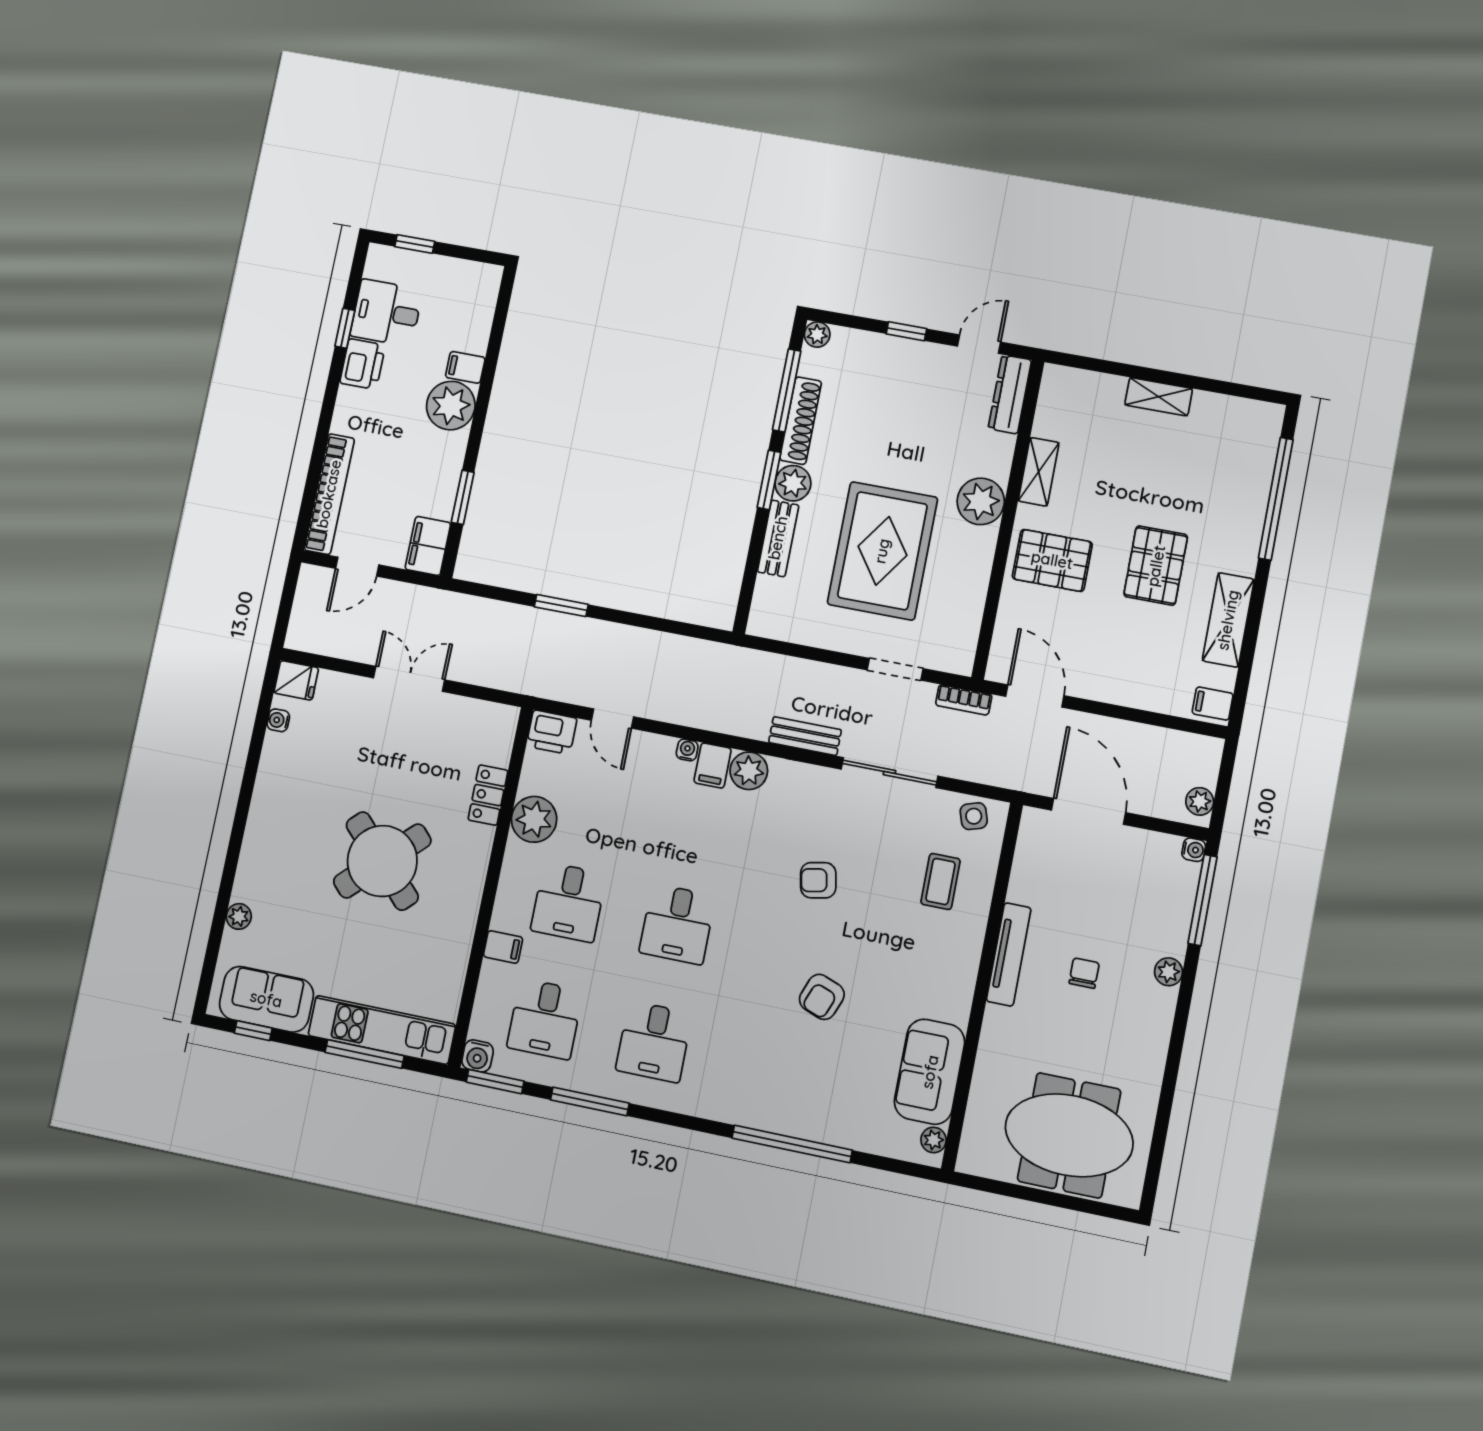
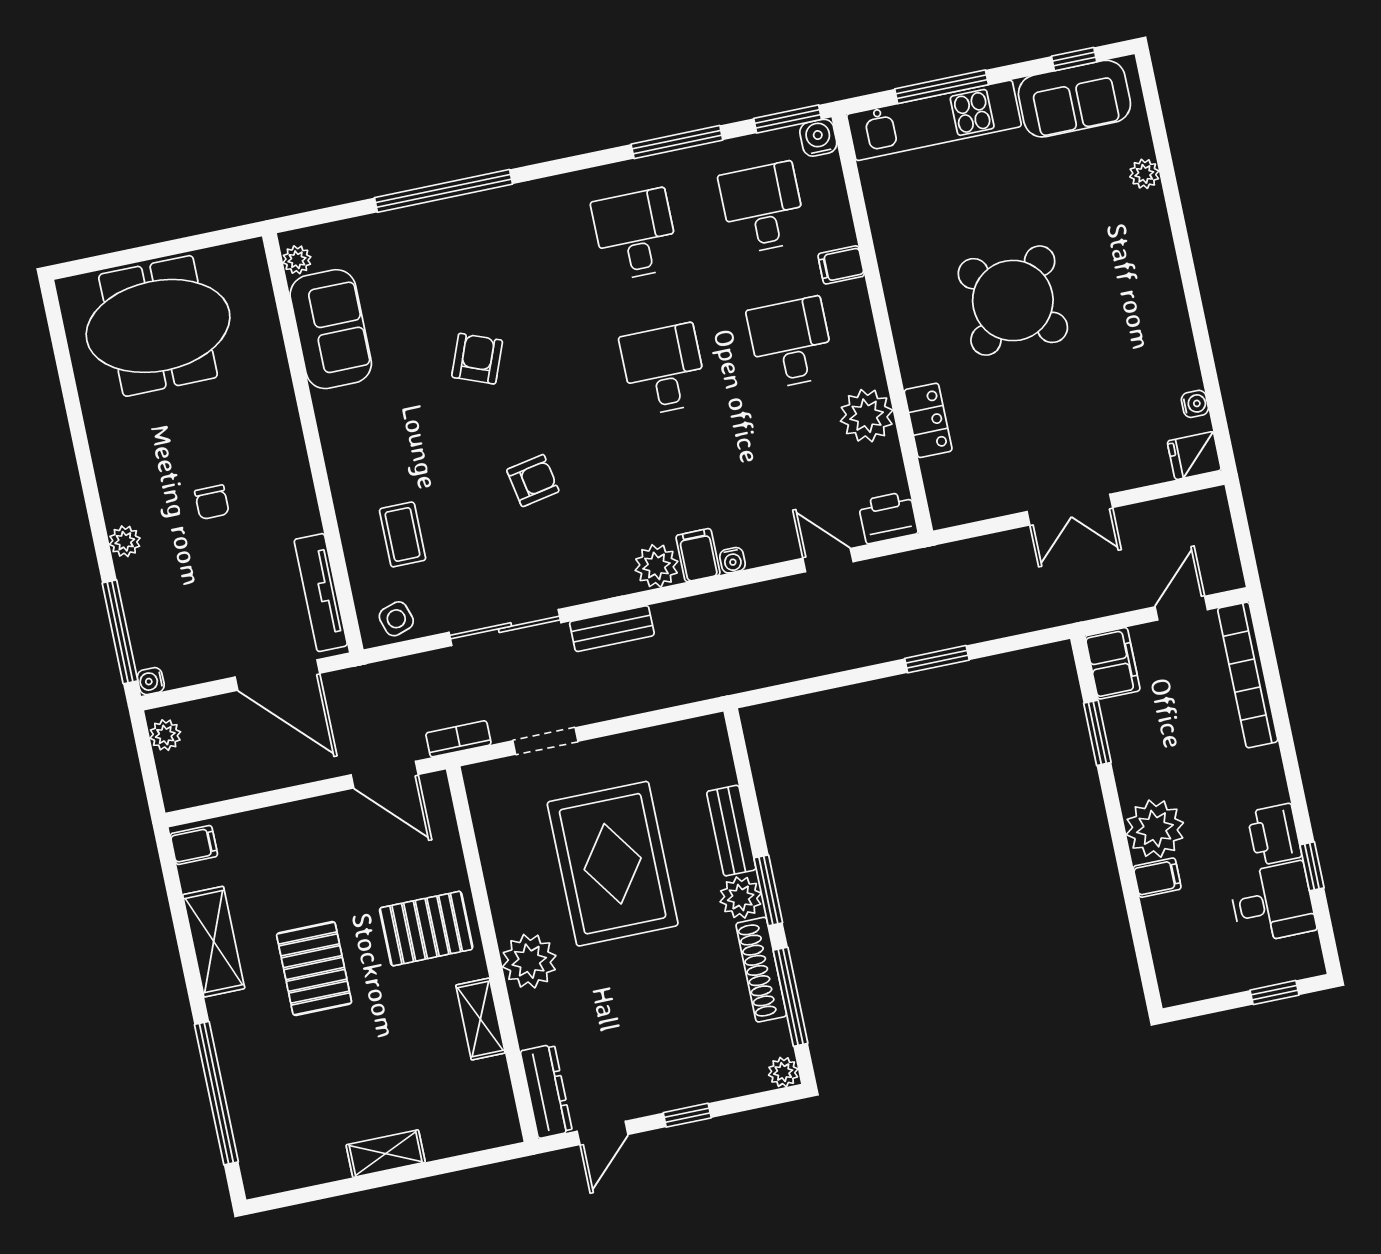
tv unit: (1009, 954) -> (321, 593), moved

